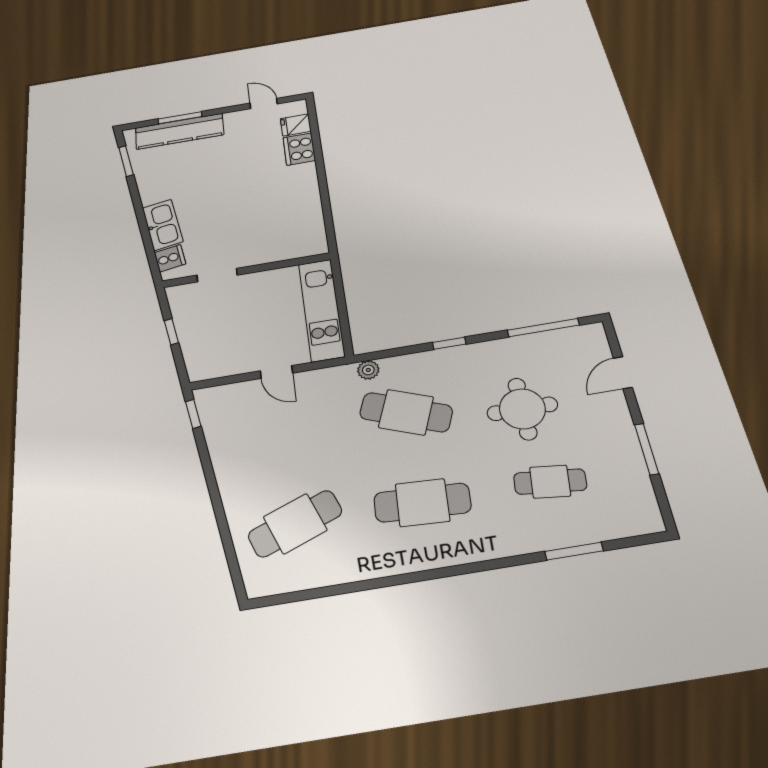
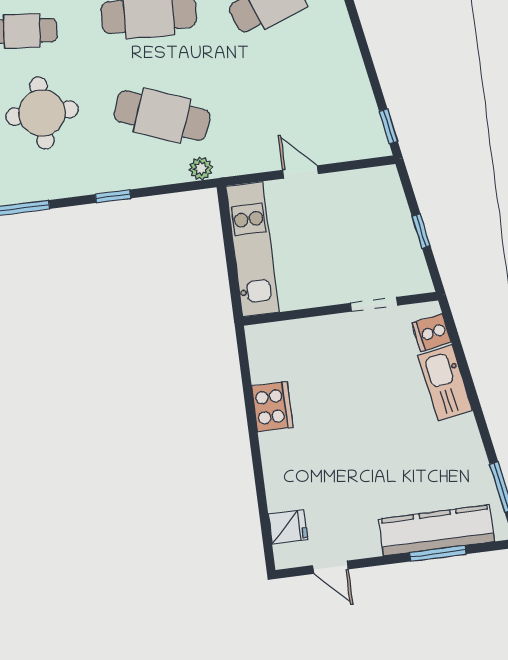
cooker: (299, 149) -> (272, 407), moved

